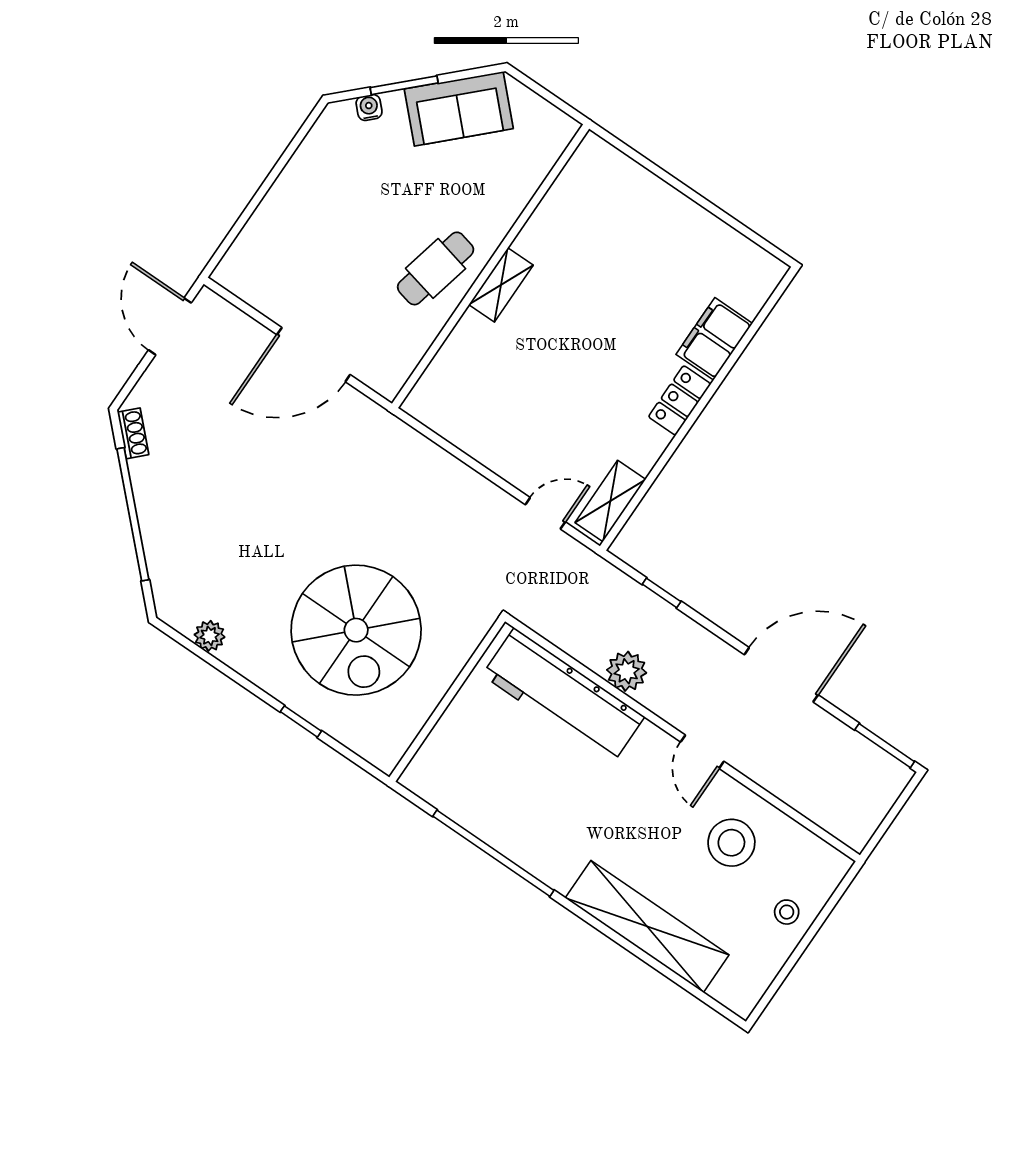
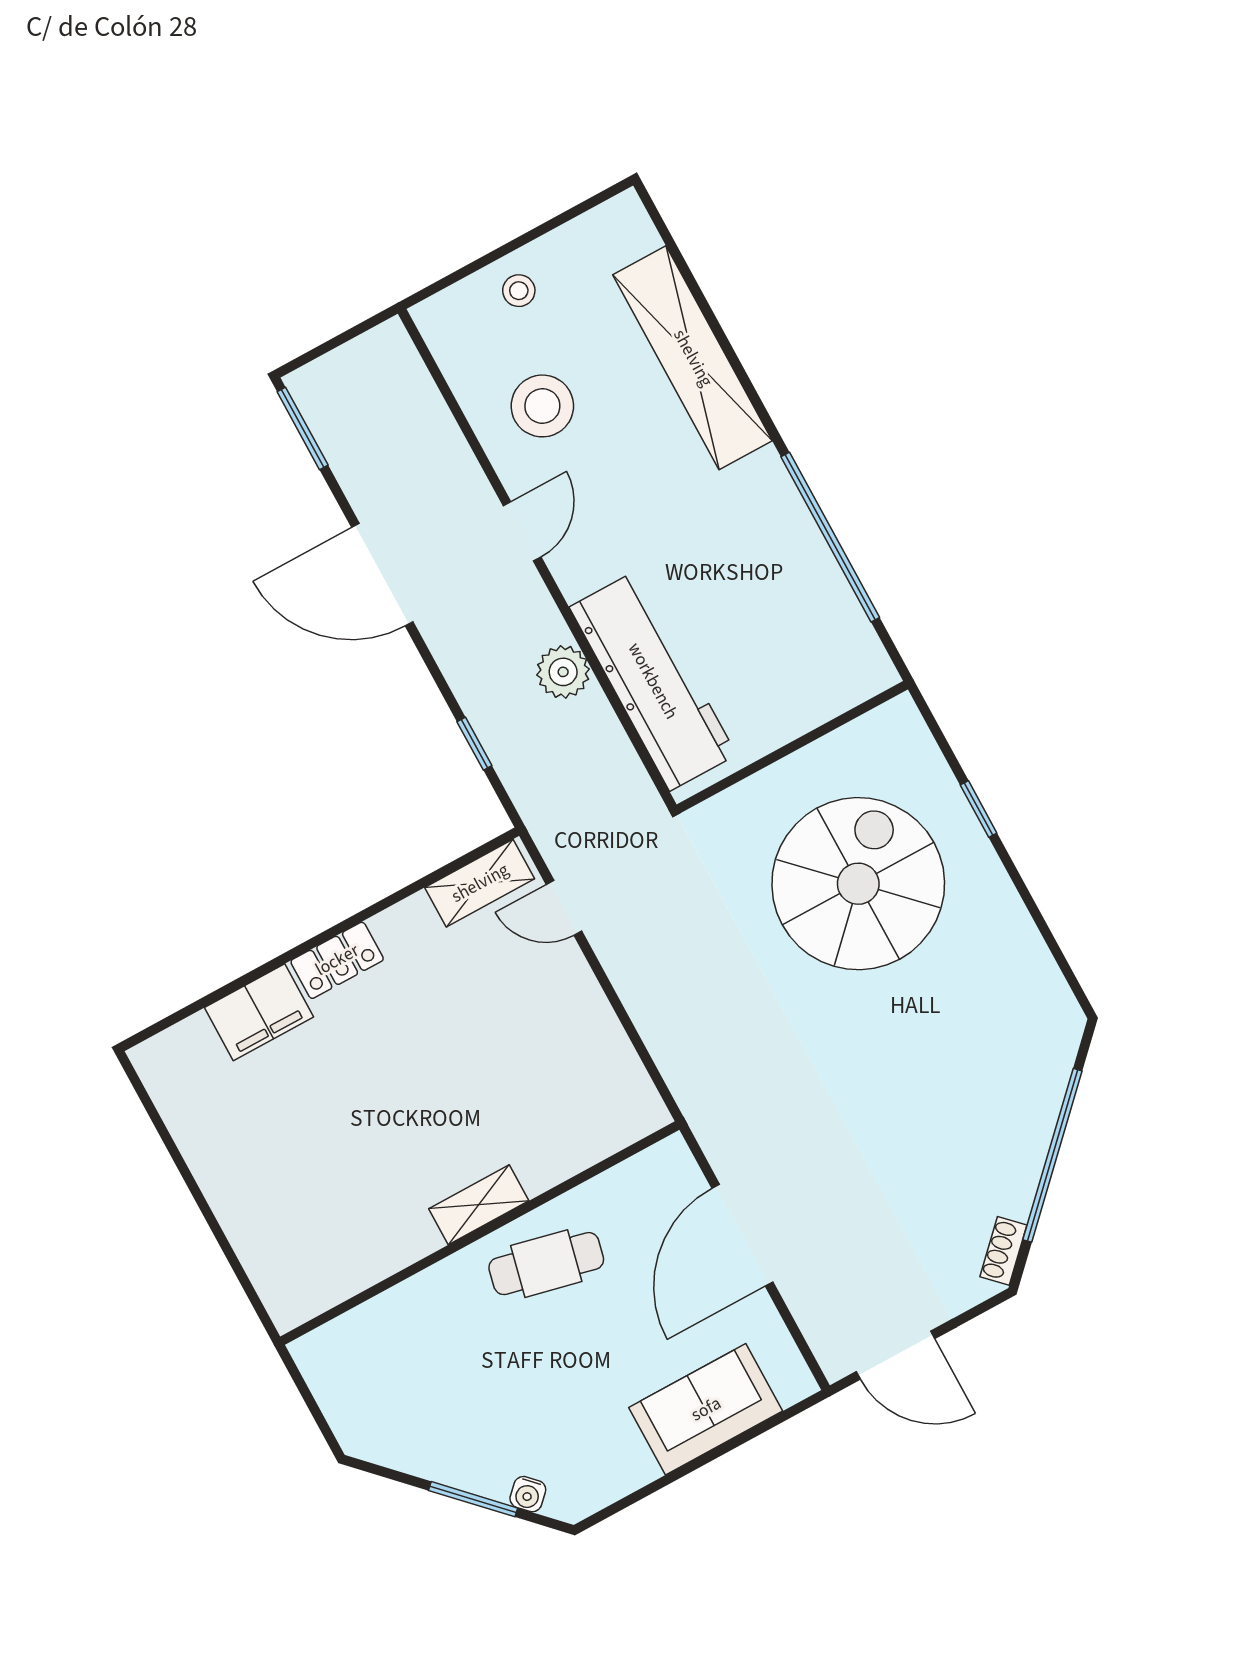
sofa: (459, 109) -> (706, 1409), moved, turned -46
door: (170, 326) -> (895, 1355), hinge flipped
door: (314, 355) -> (742, 1235), swing flipped
plant: (210, 636) -> (1035, 965), removed

